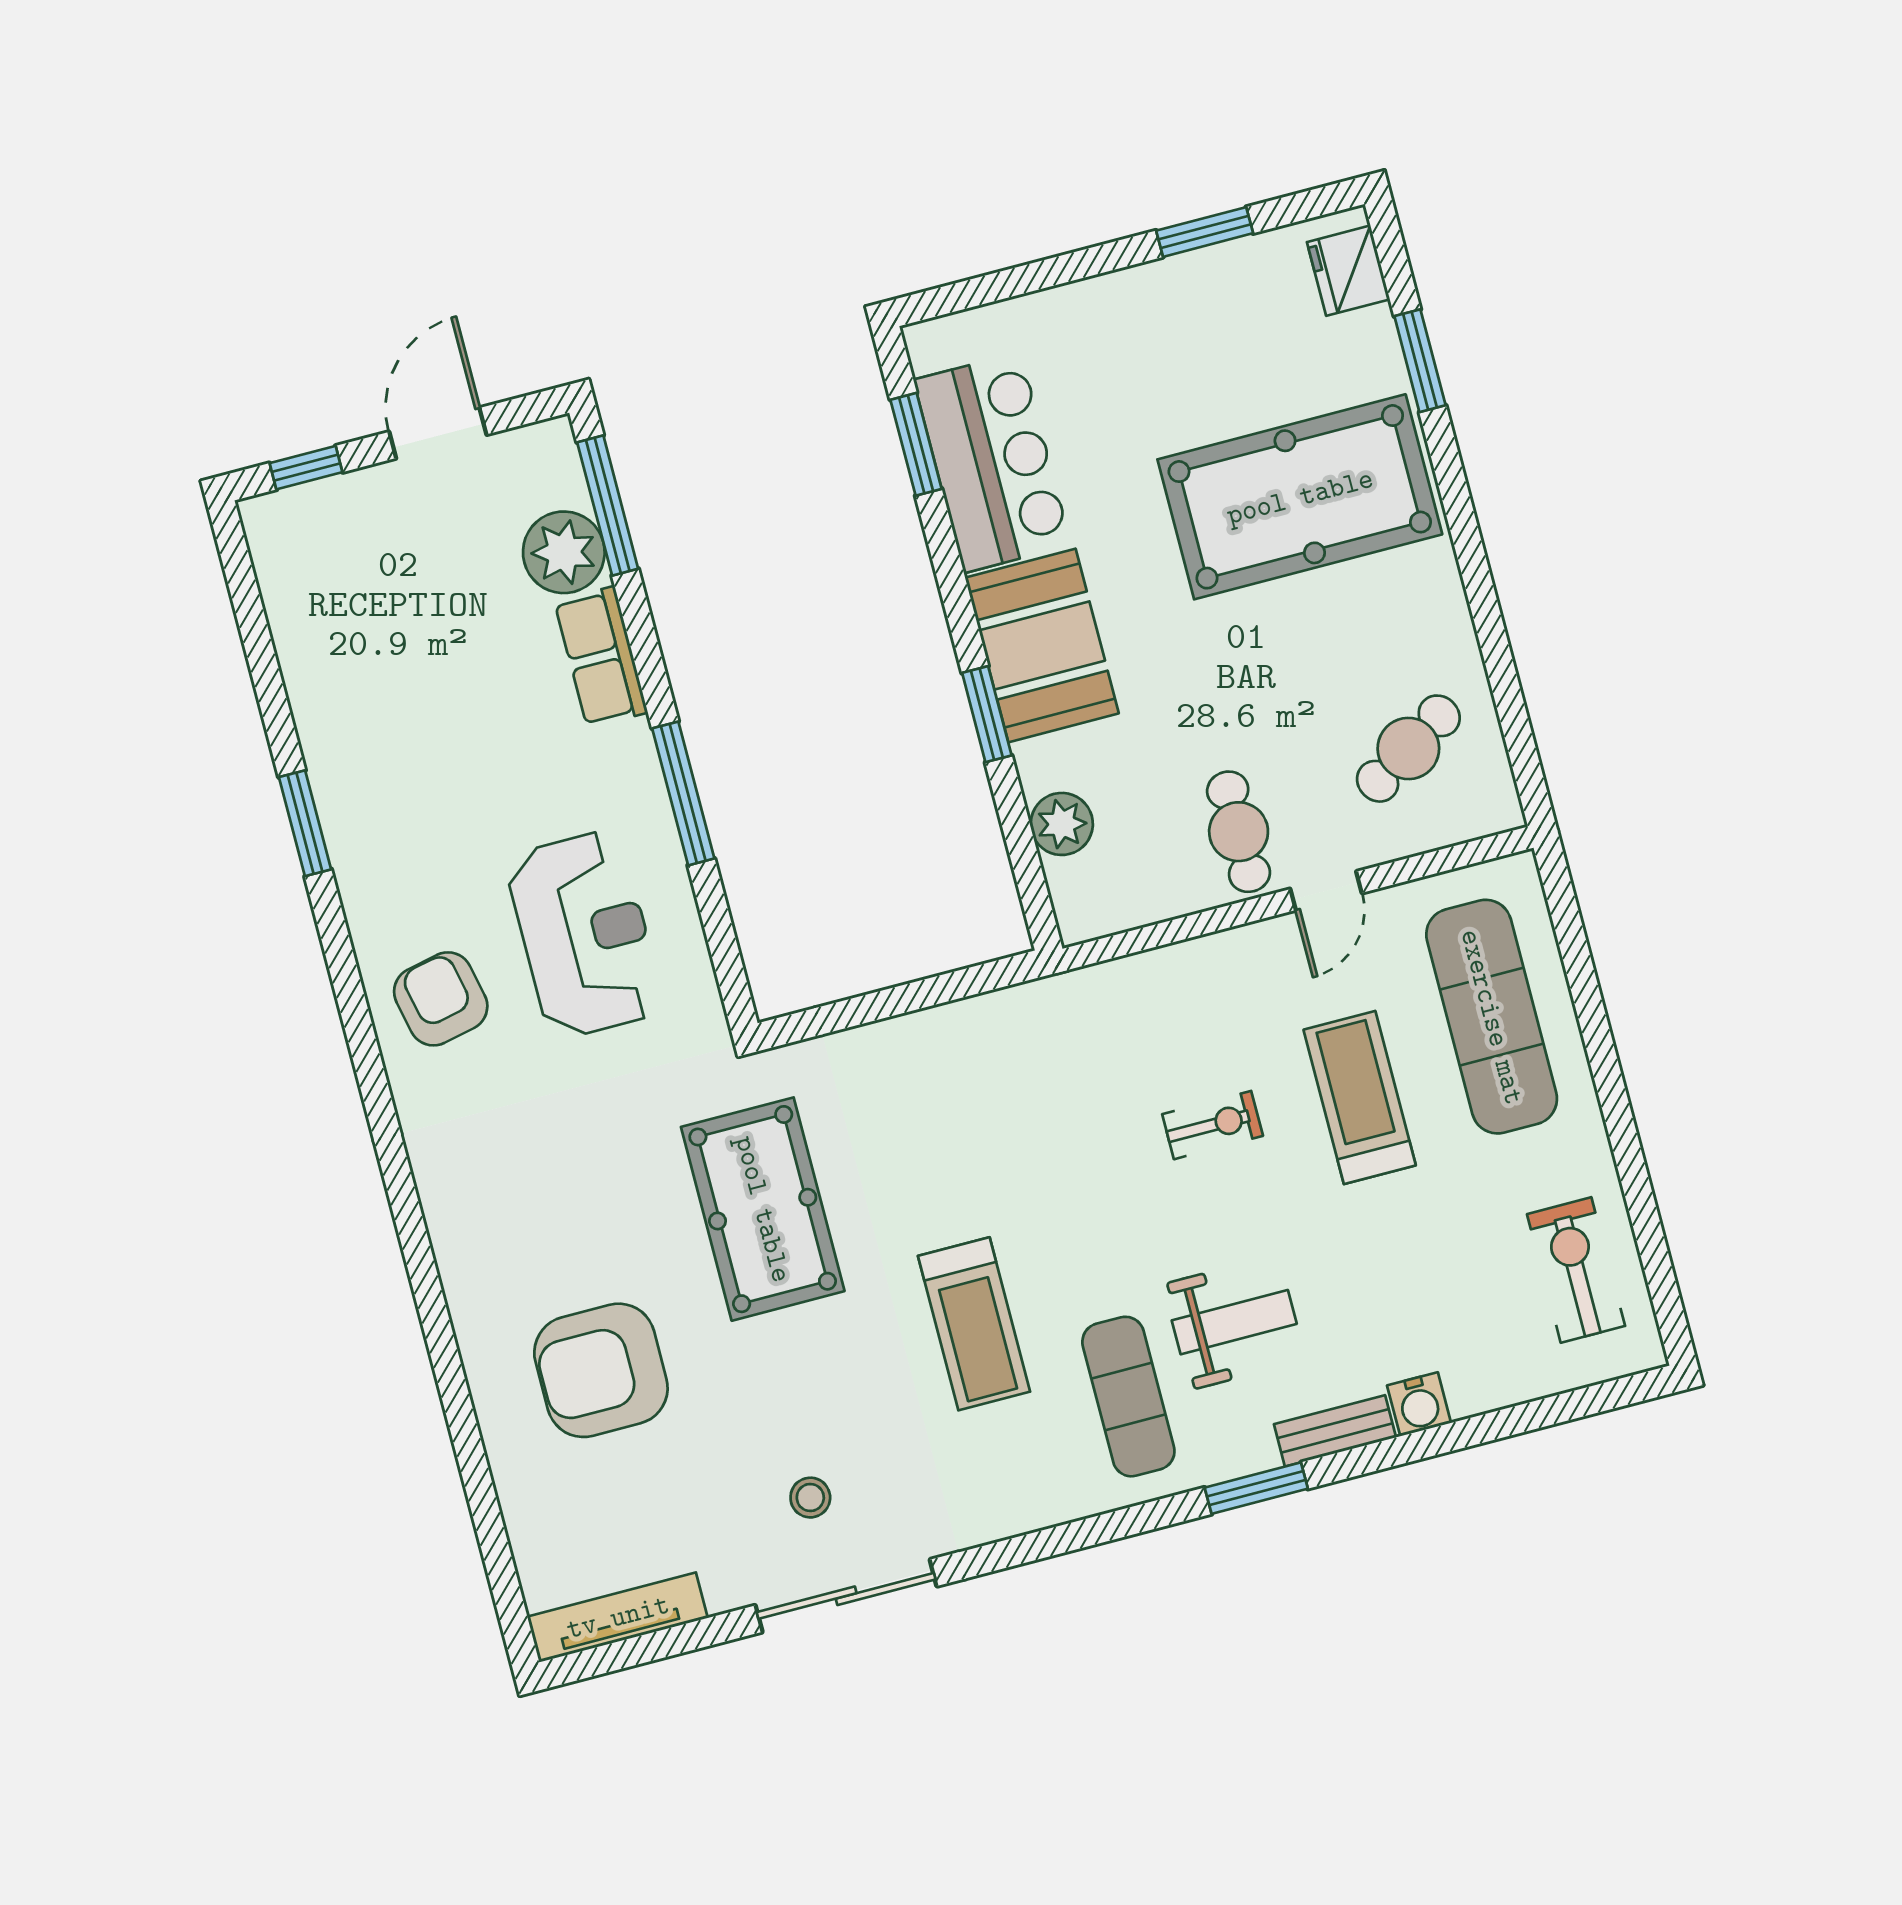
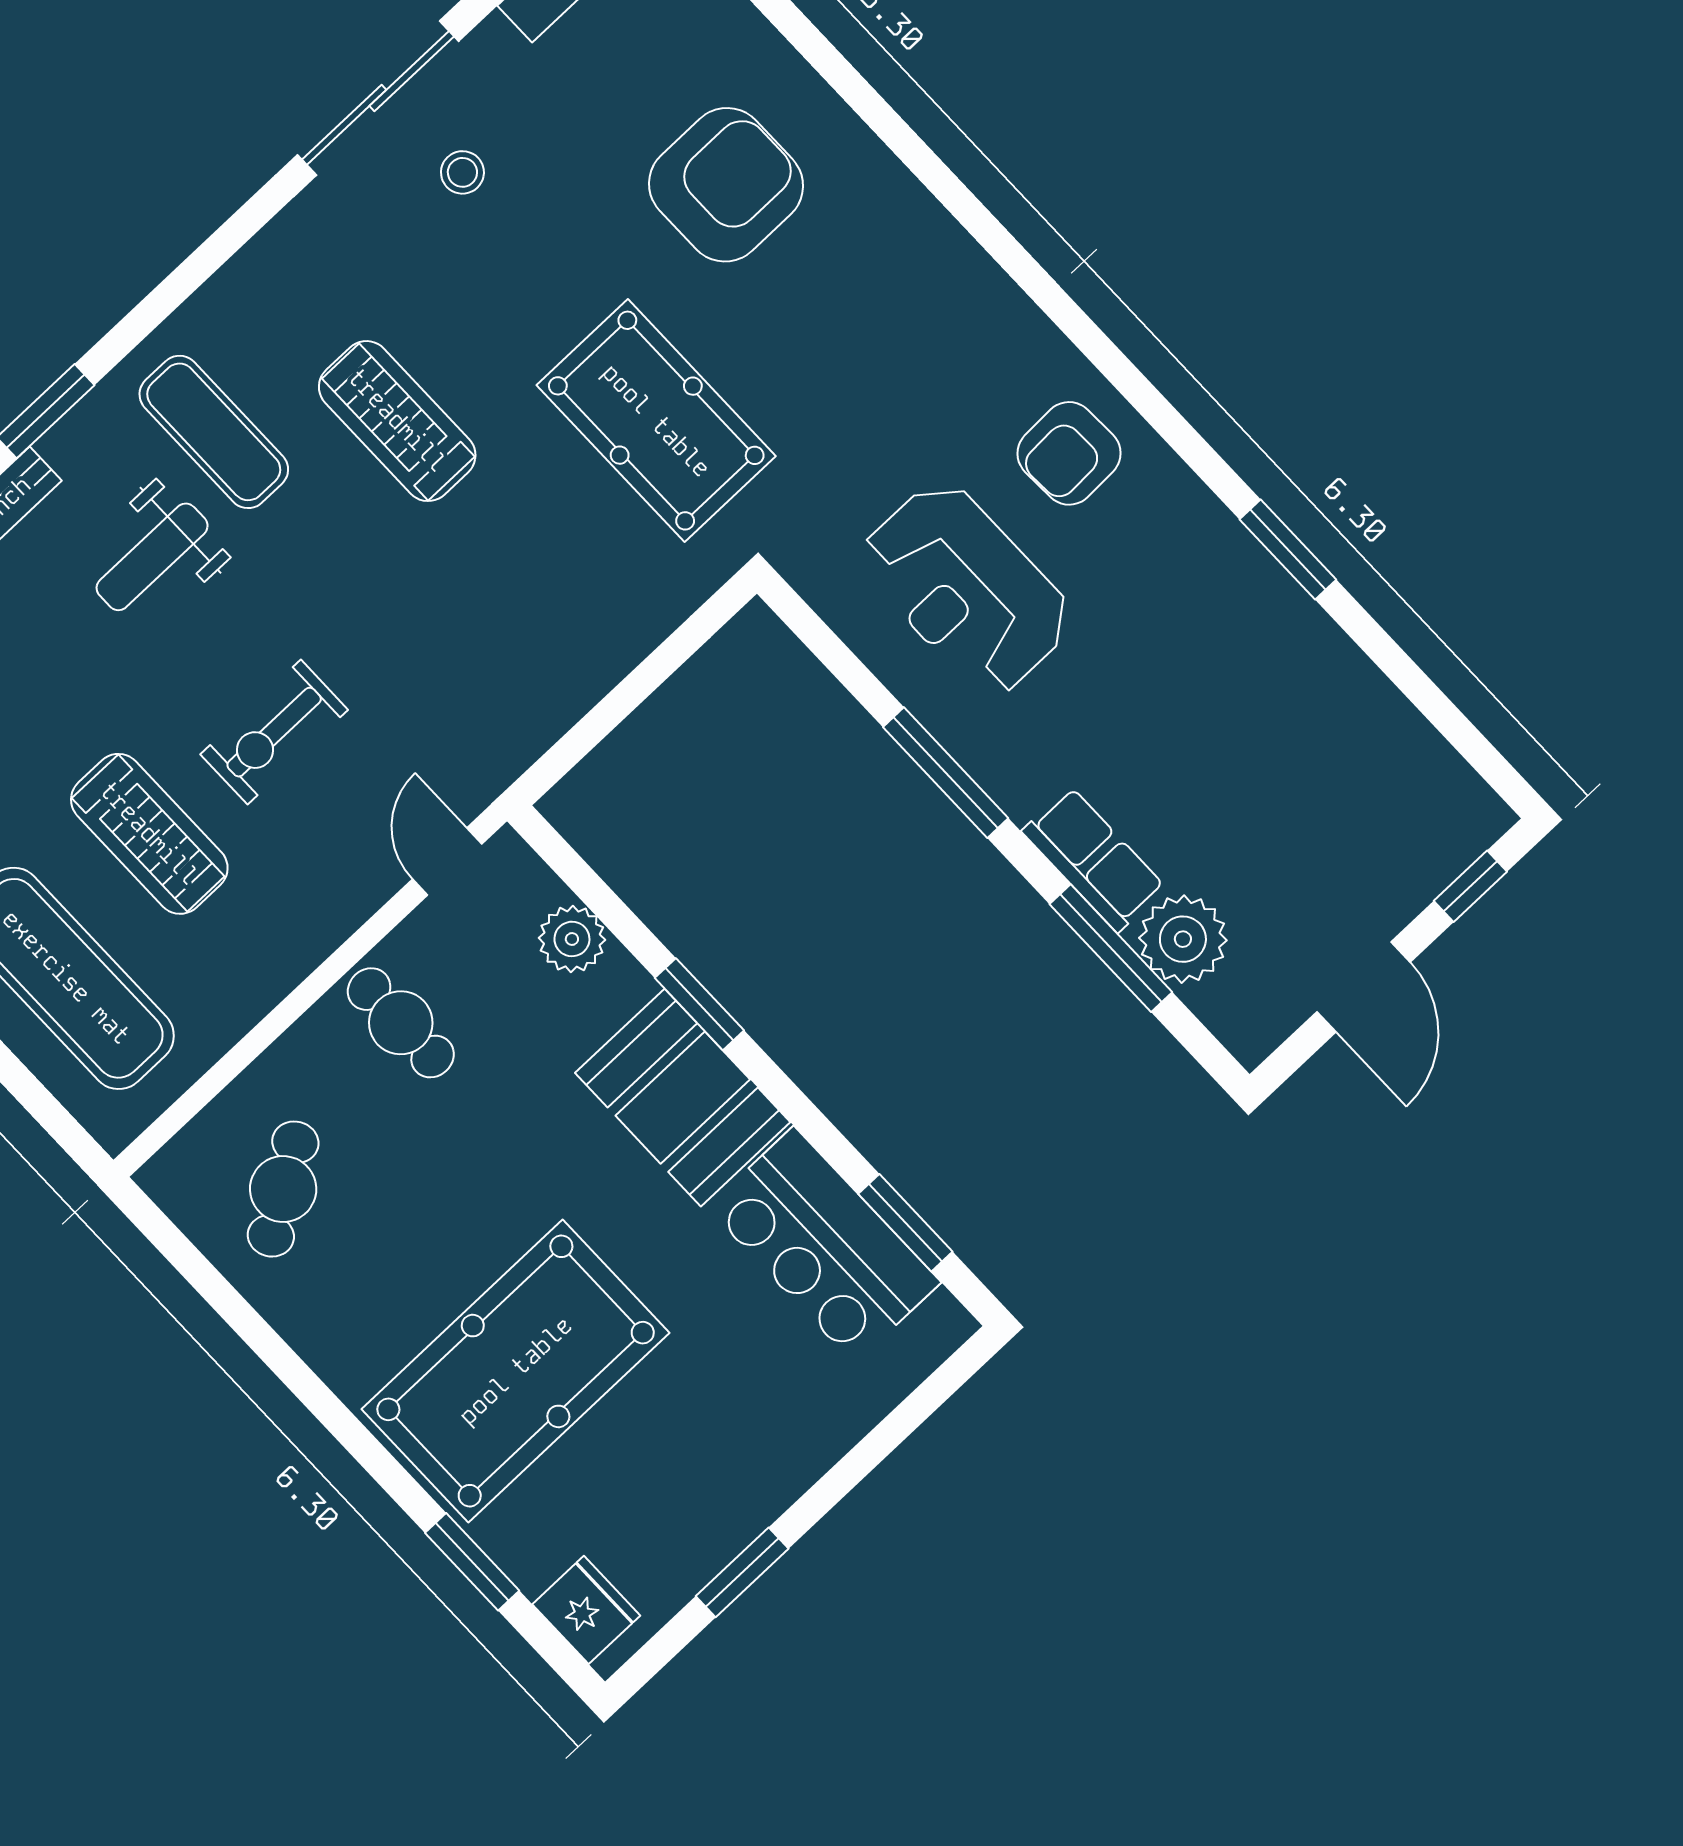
window: (608, 506) -> (1111, 948), moved
door: (1326, 891) -> (447, 861), moved
armchair: (441, 999) -> (1069, 453), turned 100
exercise bike: (1213, 1125) -> (274, 732), width x1.38, depth x1.39

